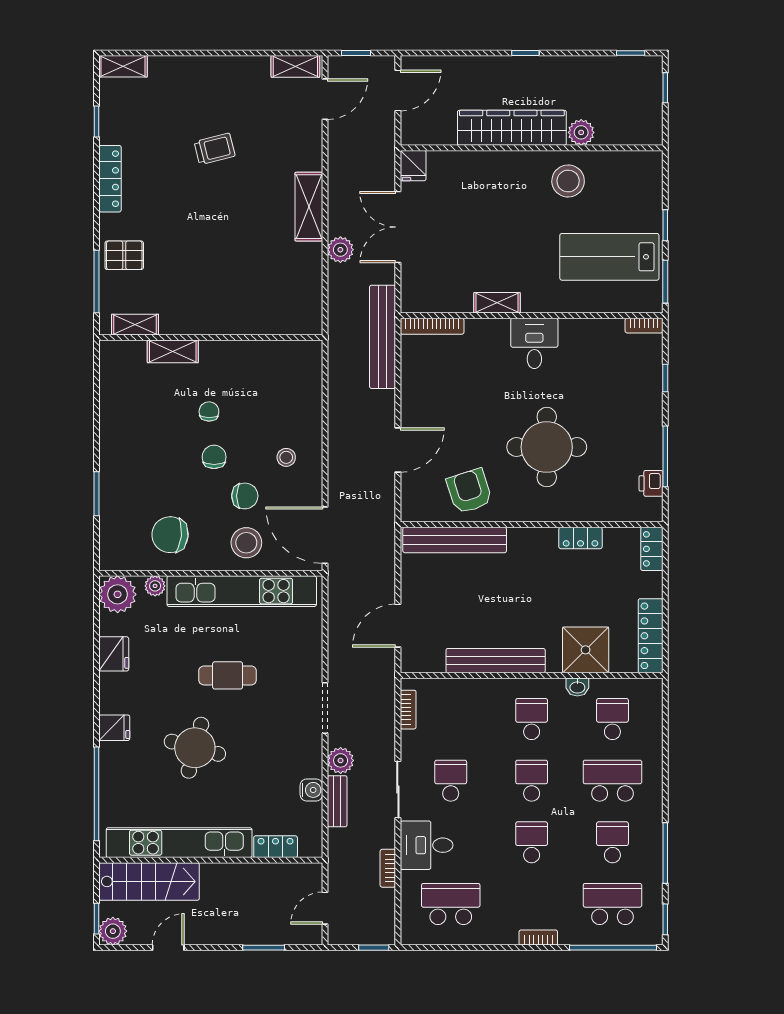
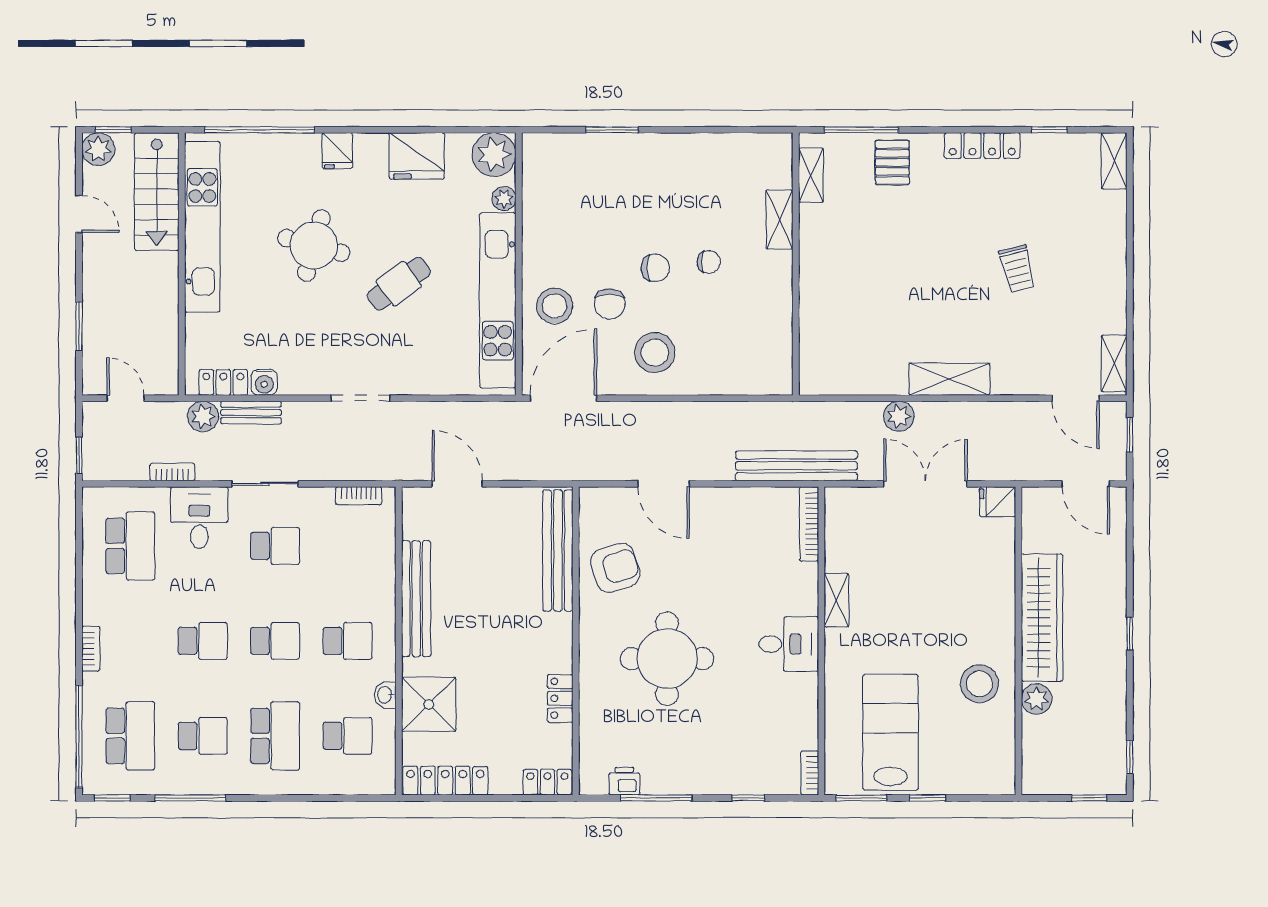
stool: (286, 457) -> (655, 353), width x1.89, depth x1.89
chair: (170, 535) -> (564, 216), removed
fridge: (114, 654) -> (417, 156), width x1.36, depth x1.34
cafe table: (228, 675) -> (399, 284), turned 54
plant: (341, 760) -> (203, 416), moved
locker: (276, 847) -> (223, 382), moved, turned -90

